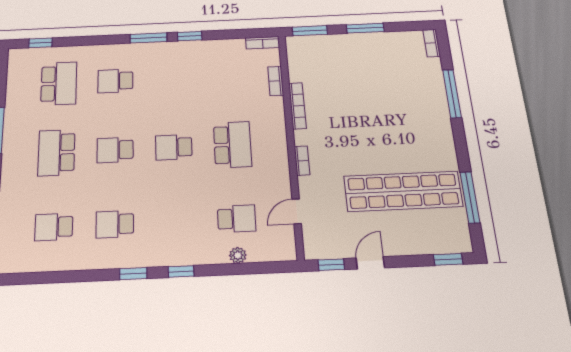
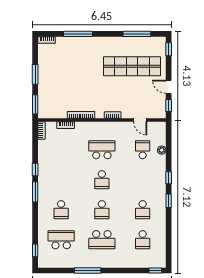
shop shelf: (403, 191) -> (132, 66), turned 90

